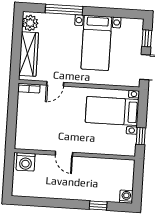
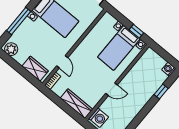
wardrobe: (29, 54) -> (35, 69), width x0.67
bed with nightstands: (112, 111) -> (119, 48), moved
wardrobe: (23, 129) -> (76, 104), added

